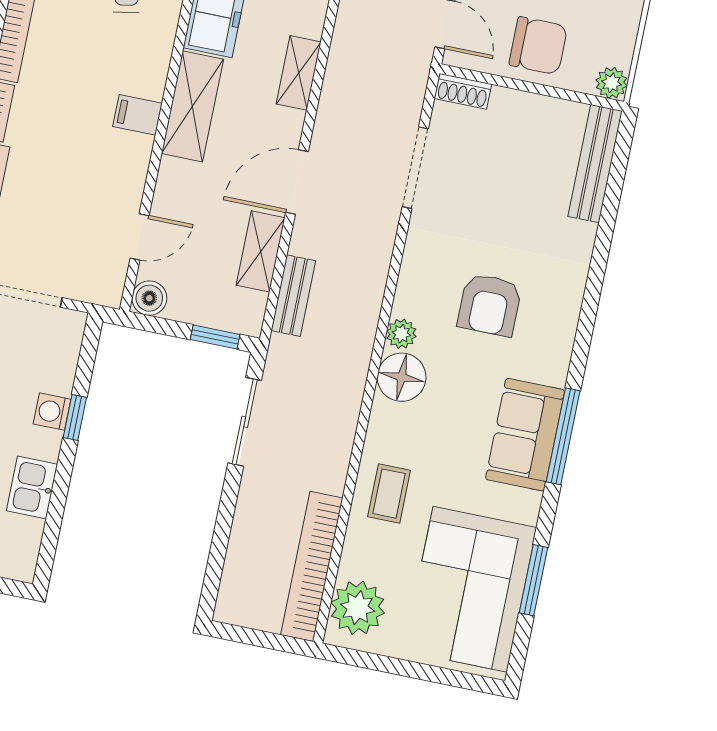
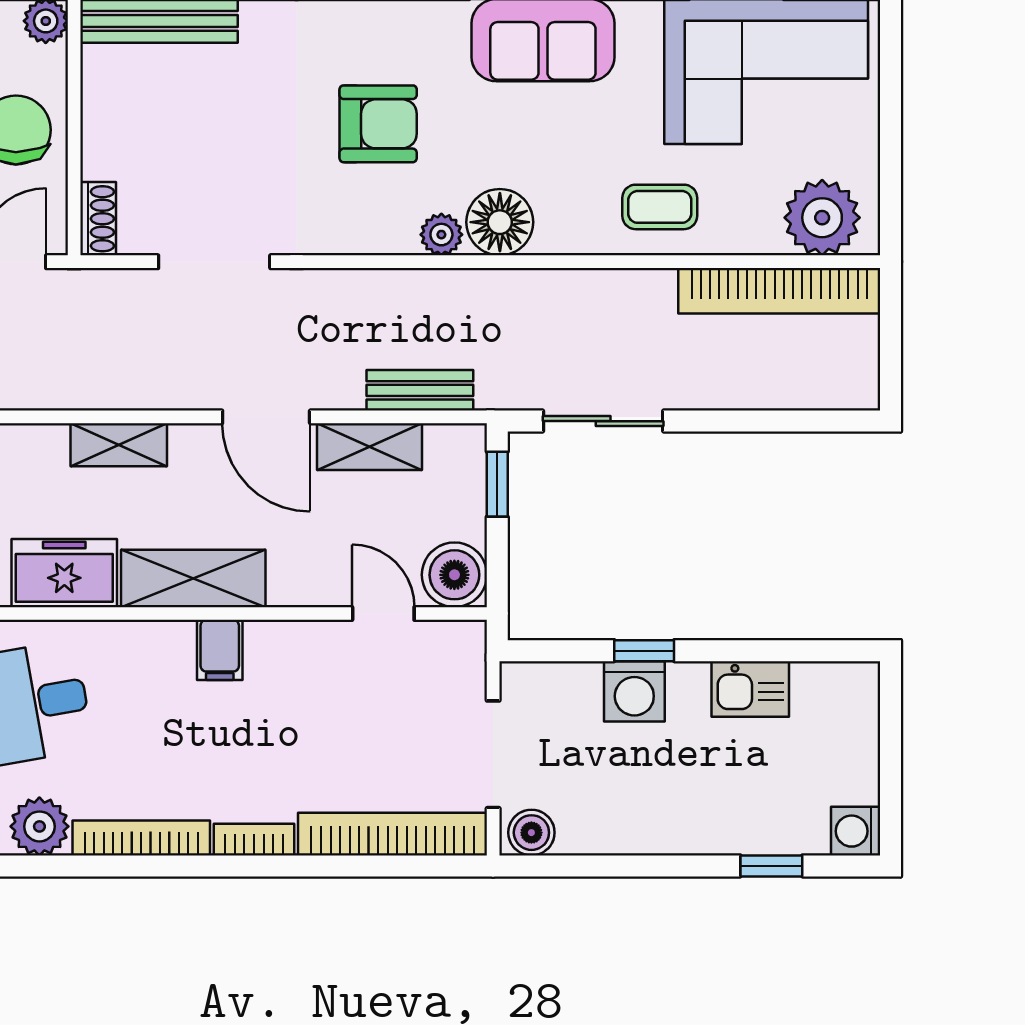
boiler: (149, 298) -> (454, 575), width x1.36, depth x1.36
washing machine: (52, 412) -> (634, 691), width x1.38, depth x1.38

